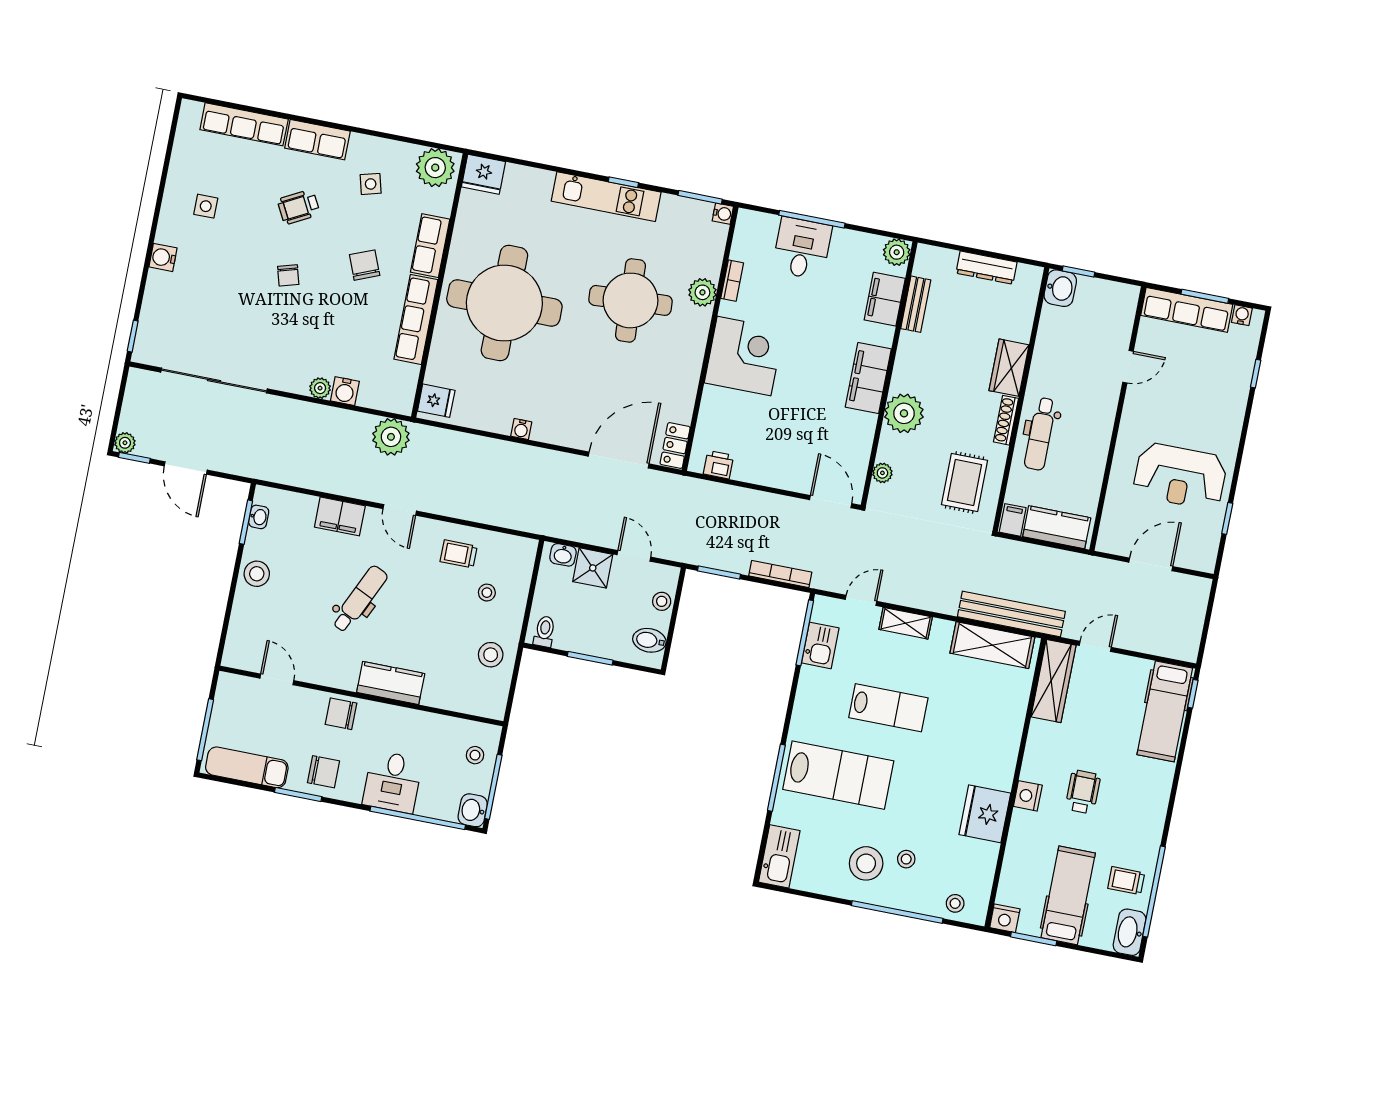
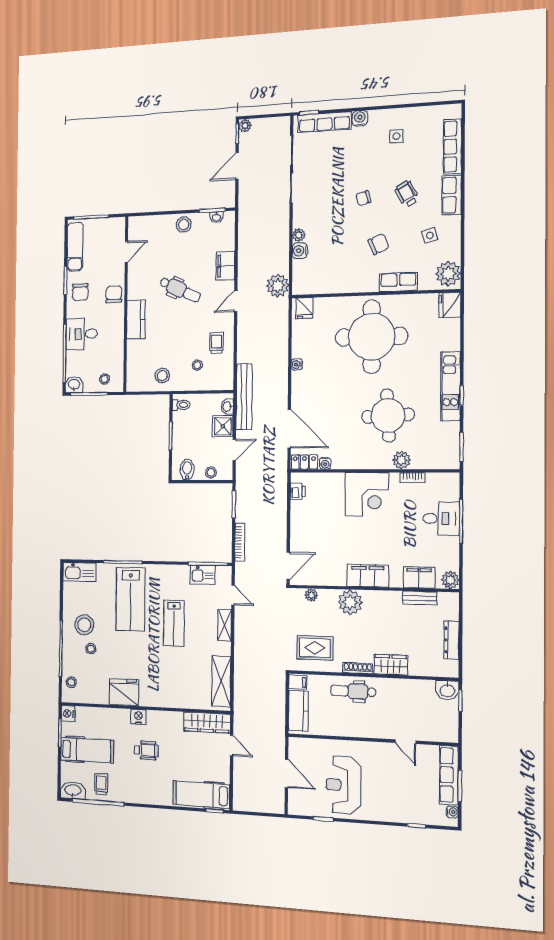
water cooler: (723, 214) -> (325, 463), moved
row of seats: (416, 319) -> (324, 122), moved, turned 180
bench: (1011, 614) -> (244, 397), moved

